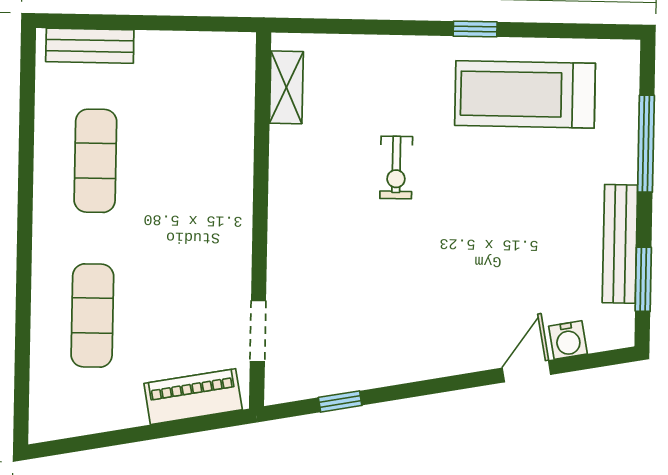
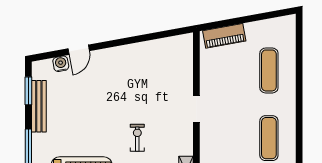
doorway: (258, 331) -> (196, 109), moved
window: (340, 401) -> (160, 35), removed

